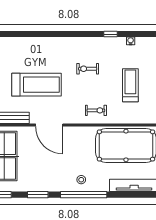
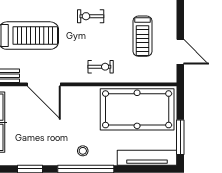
treadmill: (130, 85) -> (143, 36), turned 180

